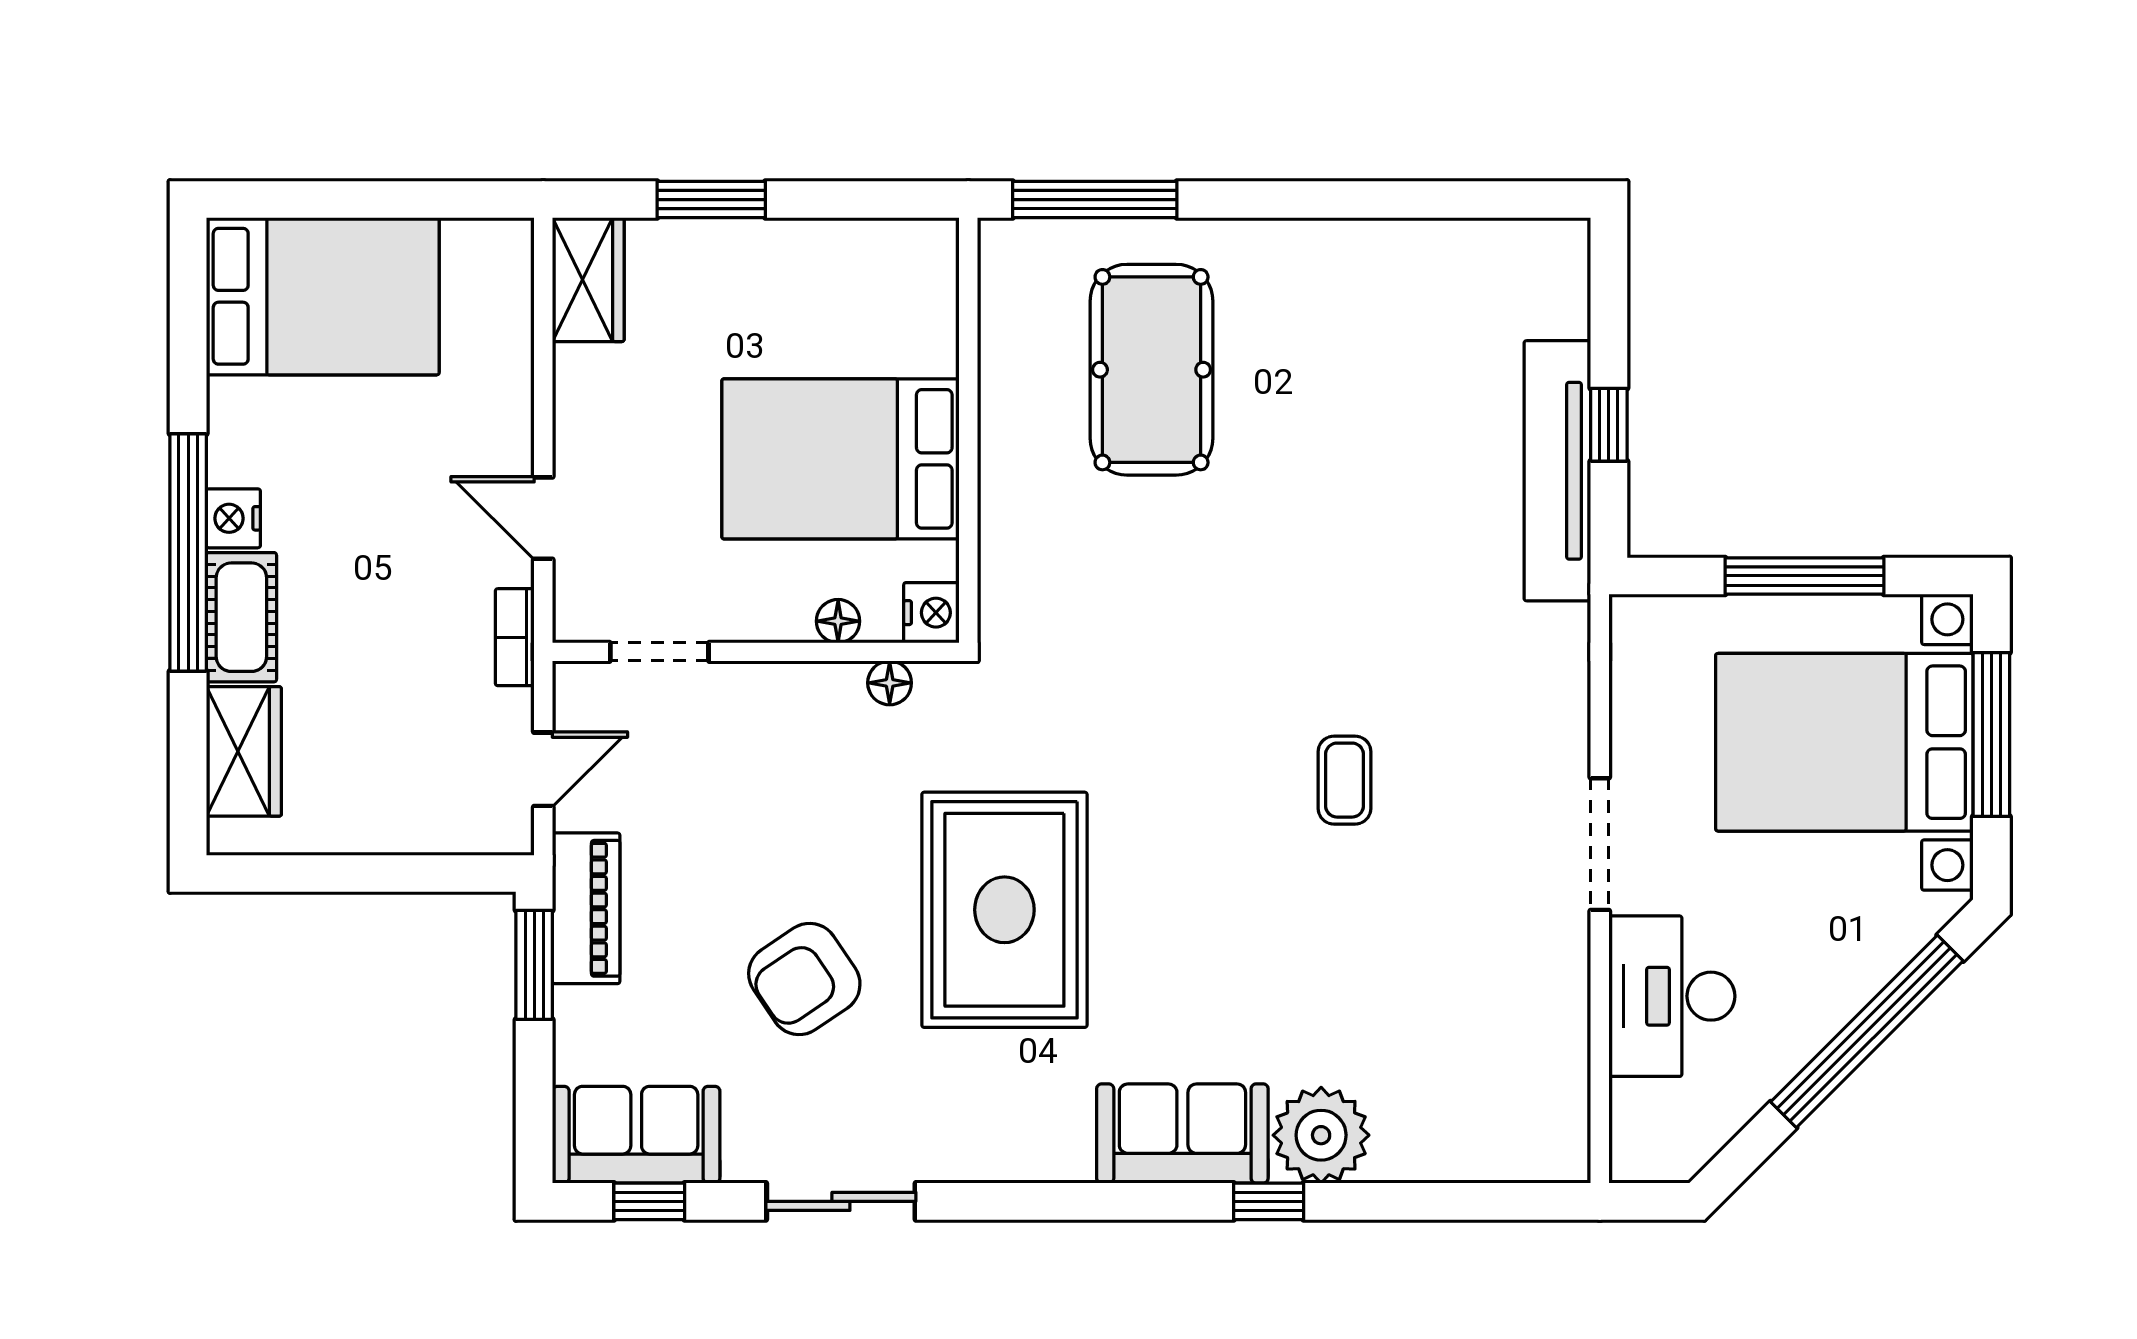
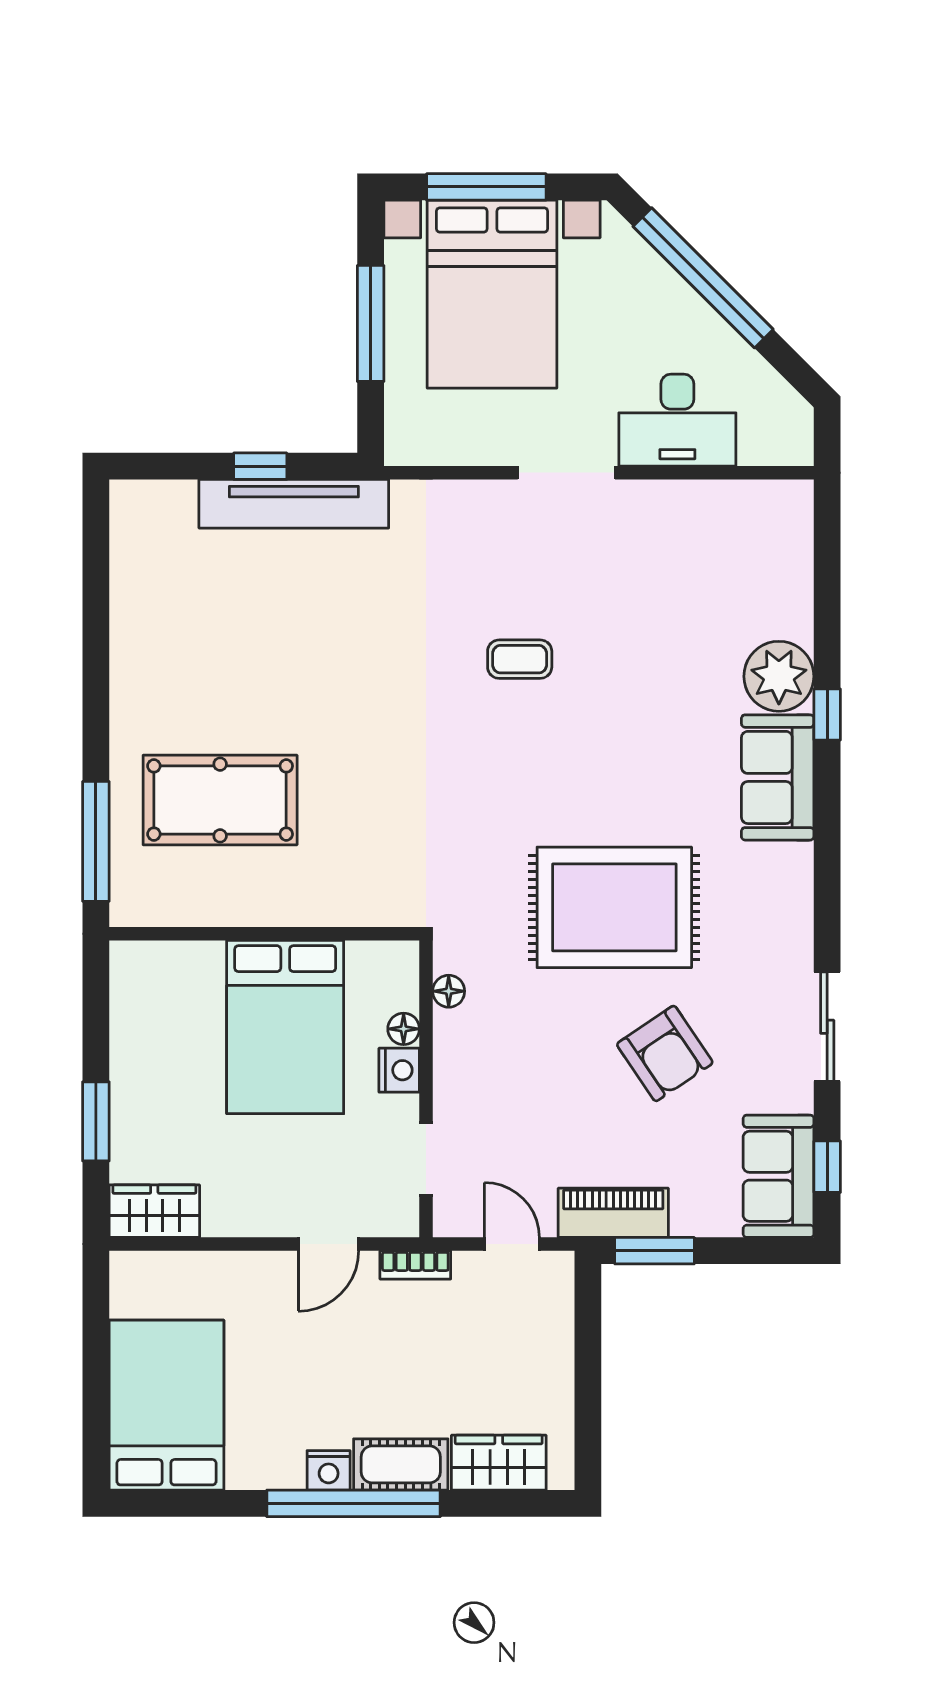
nightstand: (931, 613) -> (399, 1070), moved, turned 90

